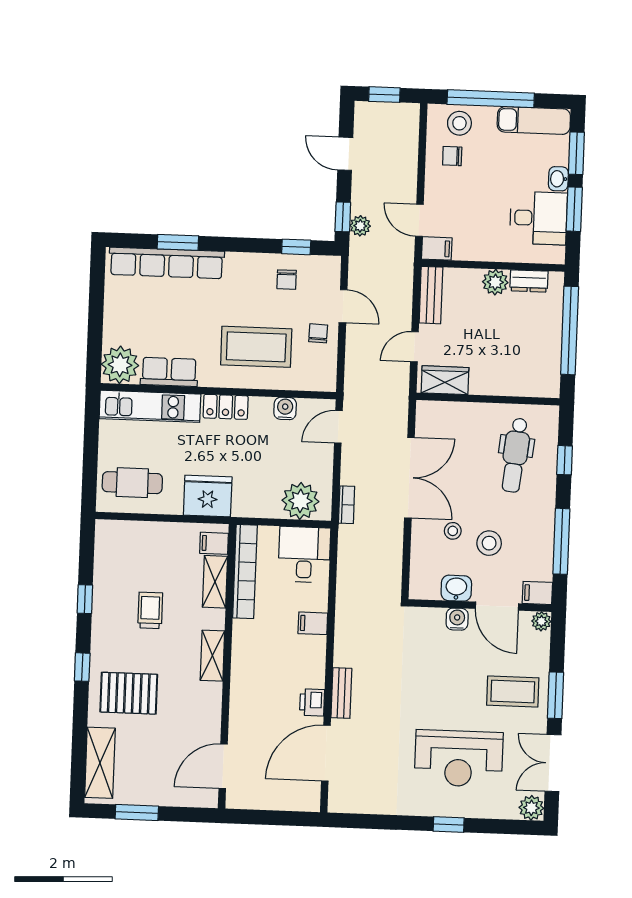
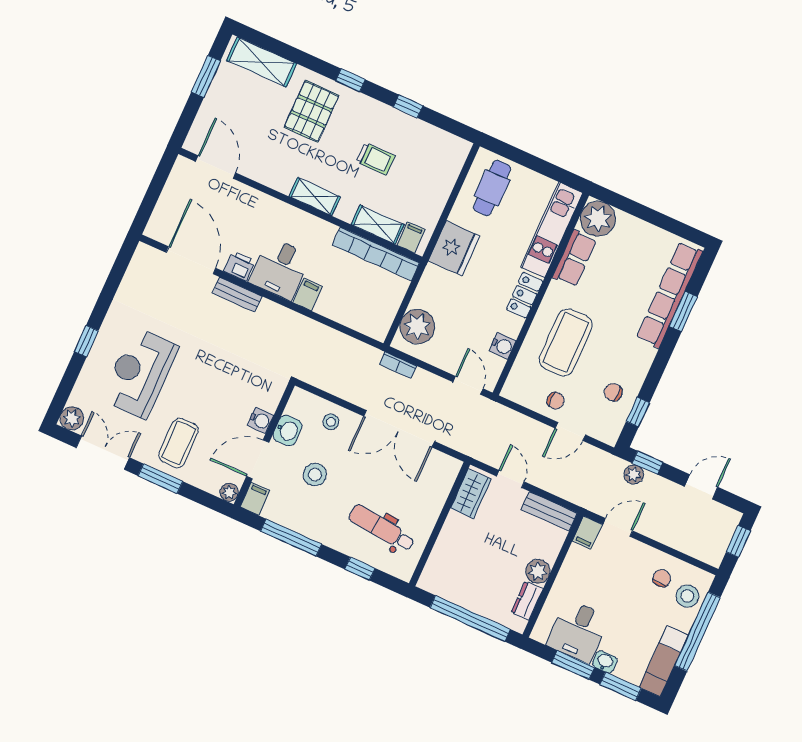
stool: (453, 531) -> (331, 422), moved
desk: (304, 555) -> (280, 269), moved, turned 90

